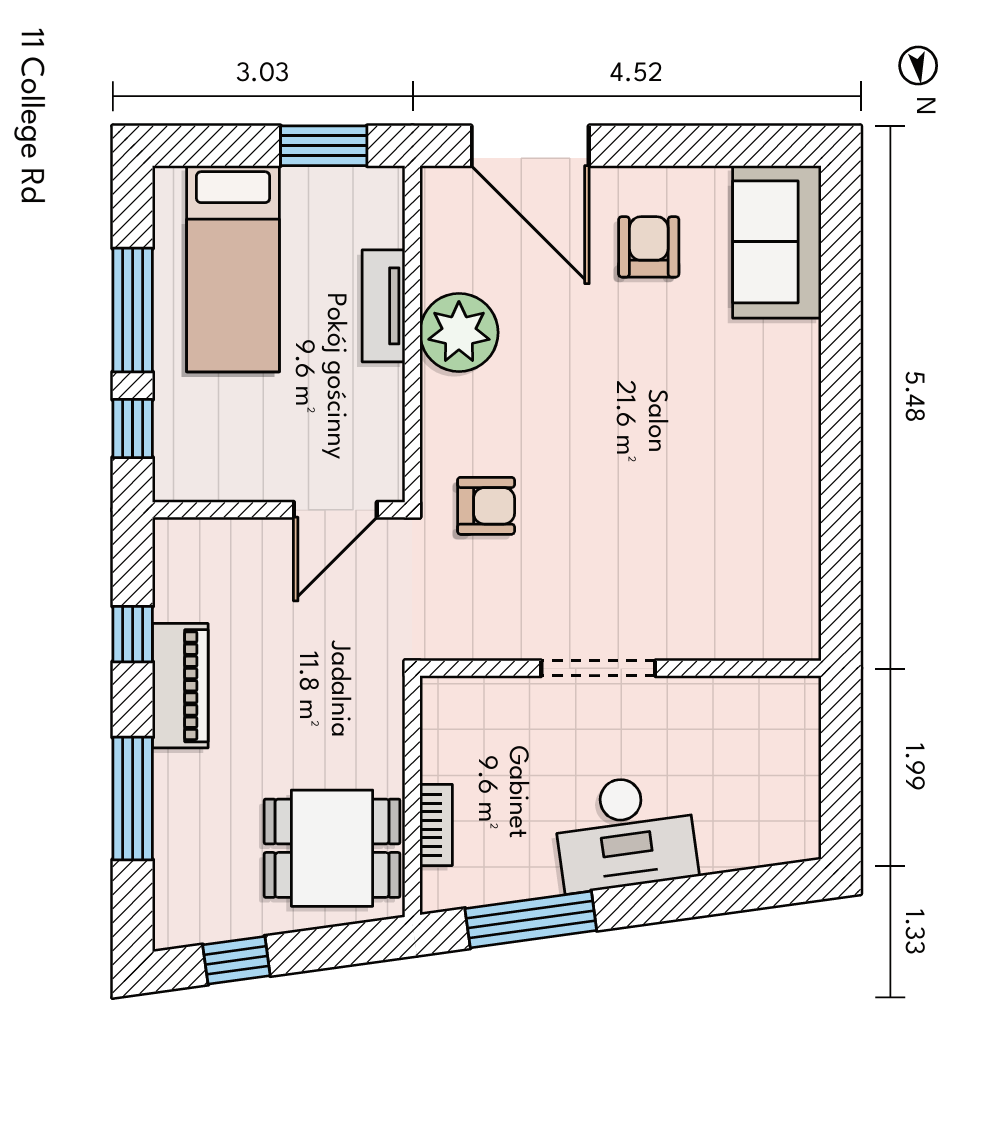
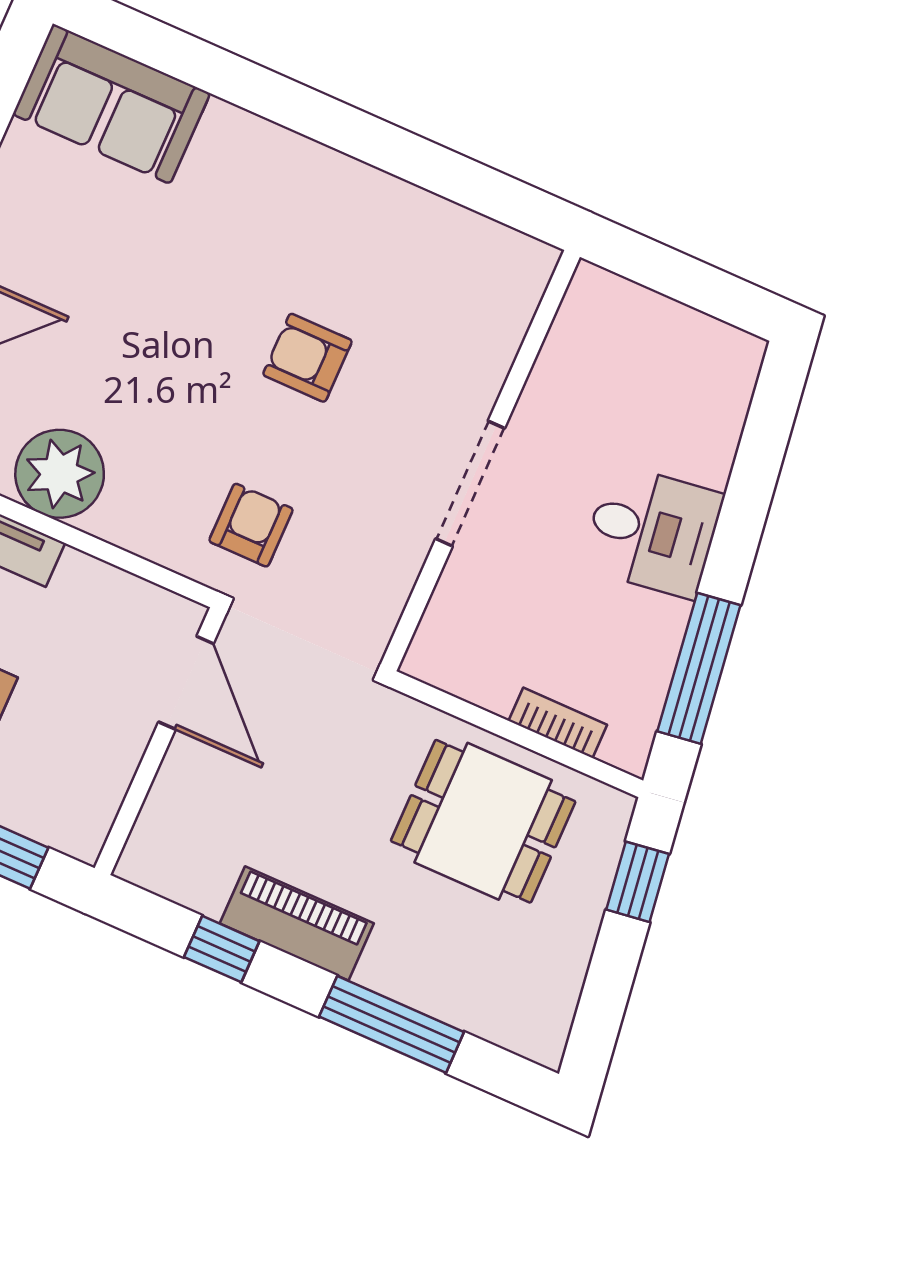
armchair: (649, 247) -> (307, 358), moved
desk: (625, 833) -> (652, 531), width x0.73
dining table: (332, 848) -> (483, 821), moved, turned 90
window: (236, 960) -> (638, 882), moved

